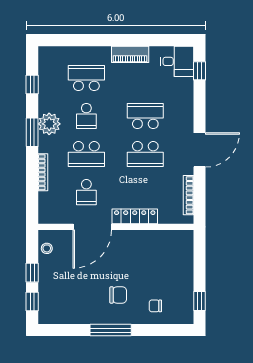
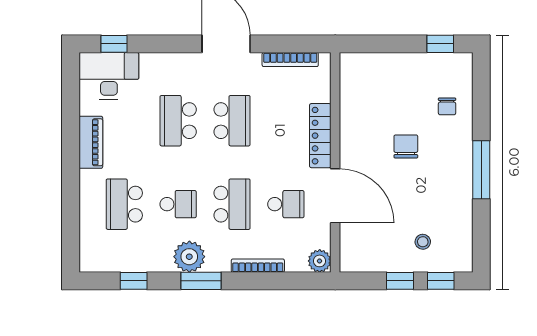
desk: (177, 61) -> (109, 76), width x1.37
plant: (46, 216) -> (320, 261), added
stool: (47, 248) -> (423, 242), moved
chair: (118, 295) -> (406, 146), moved

